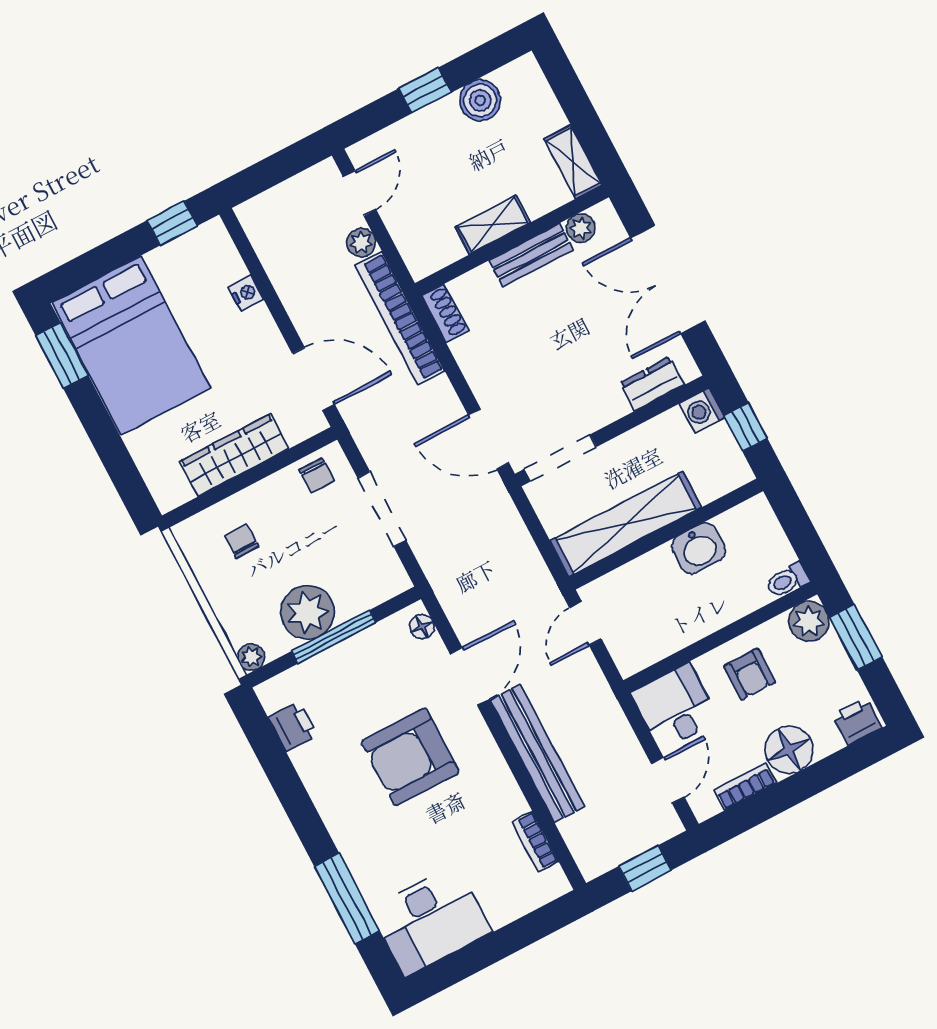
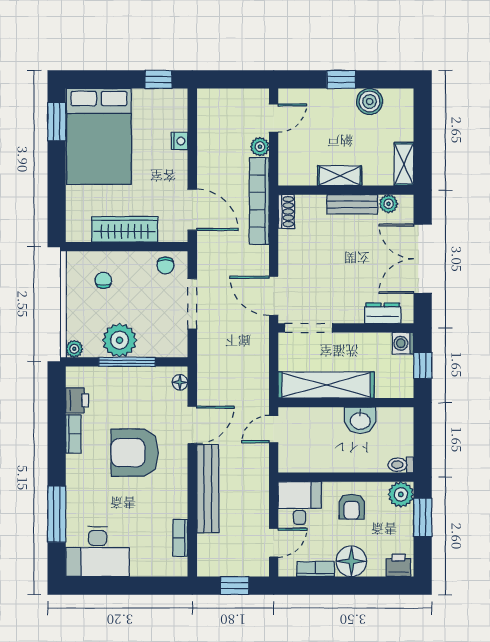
bookcase: (312, 775) -> (73, 434), added

